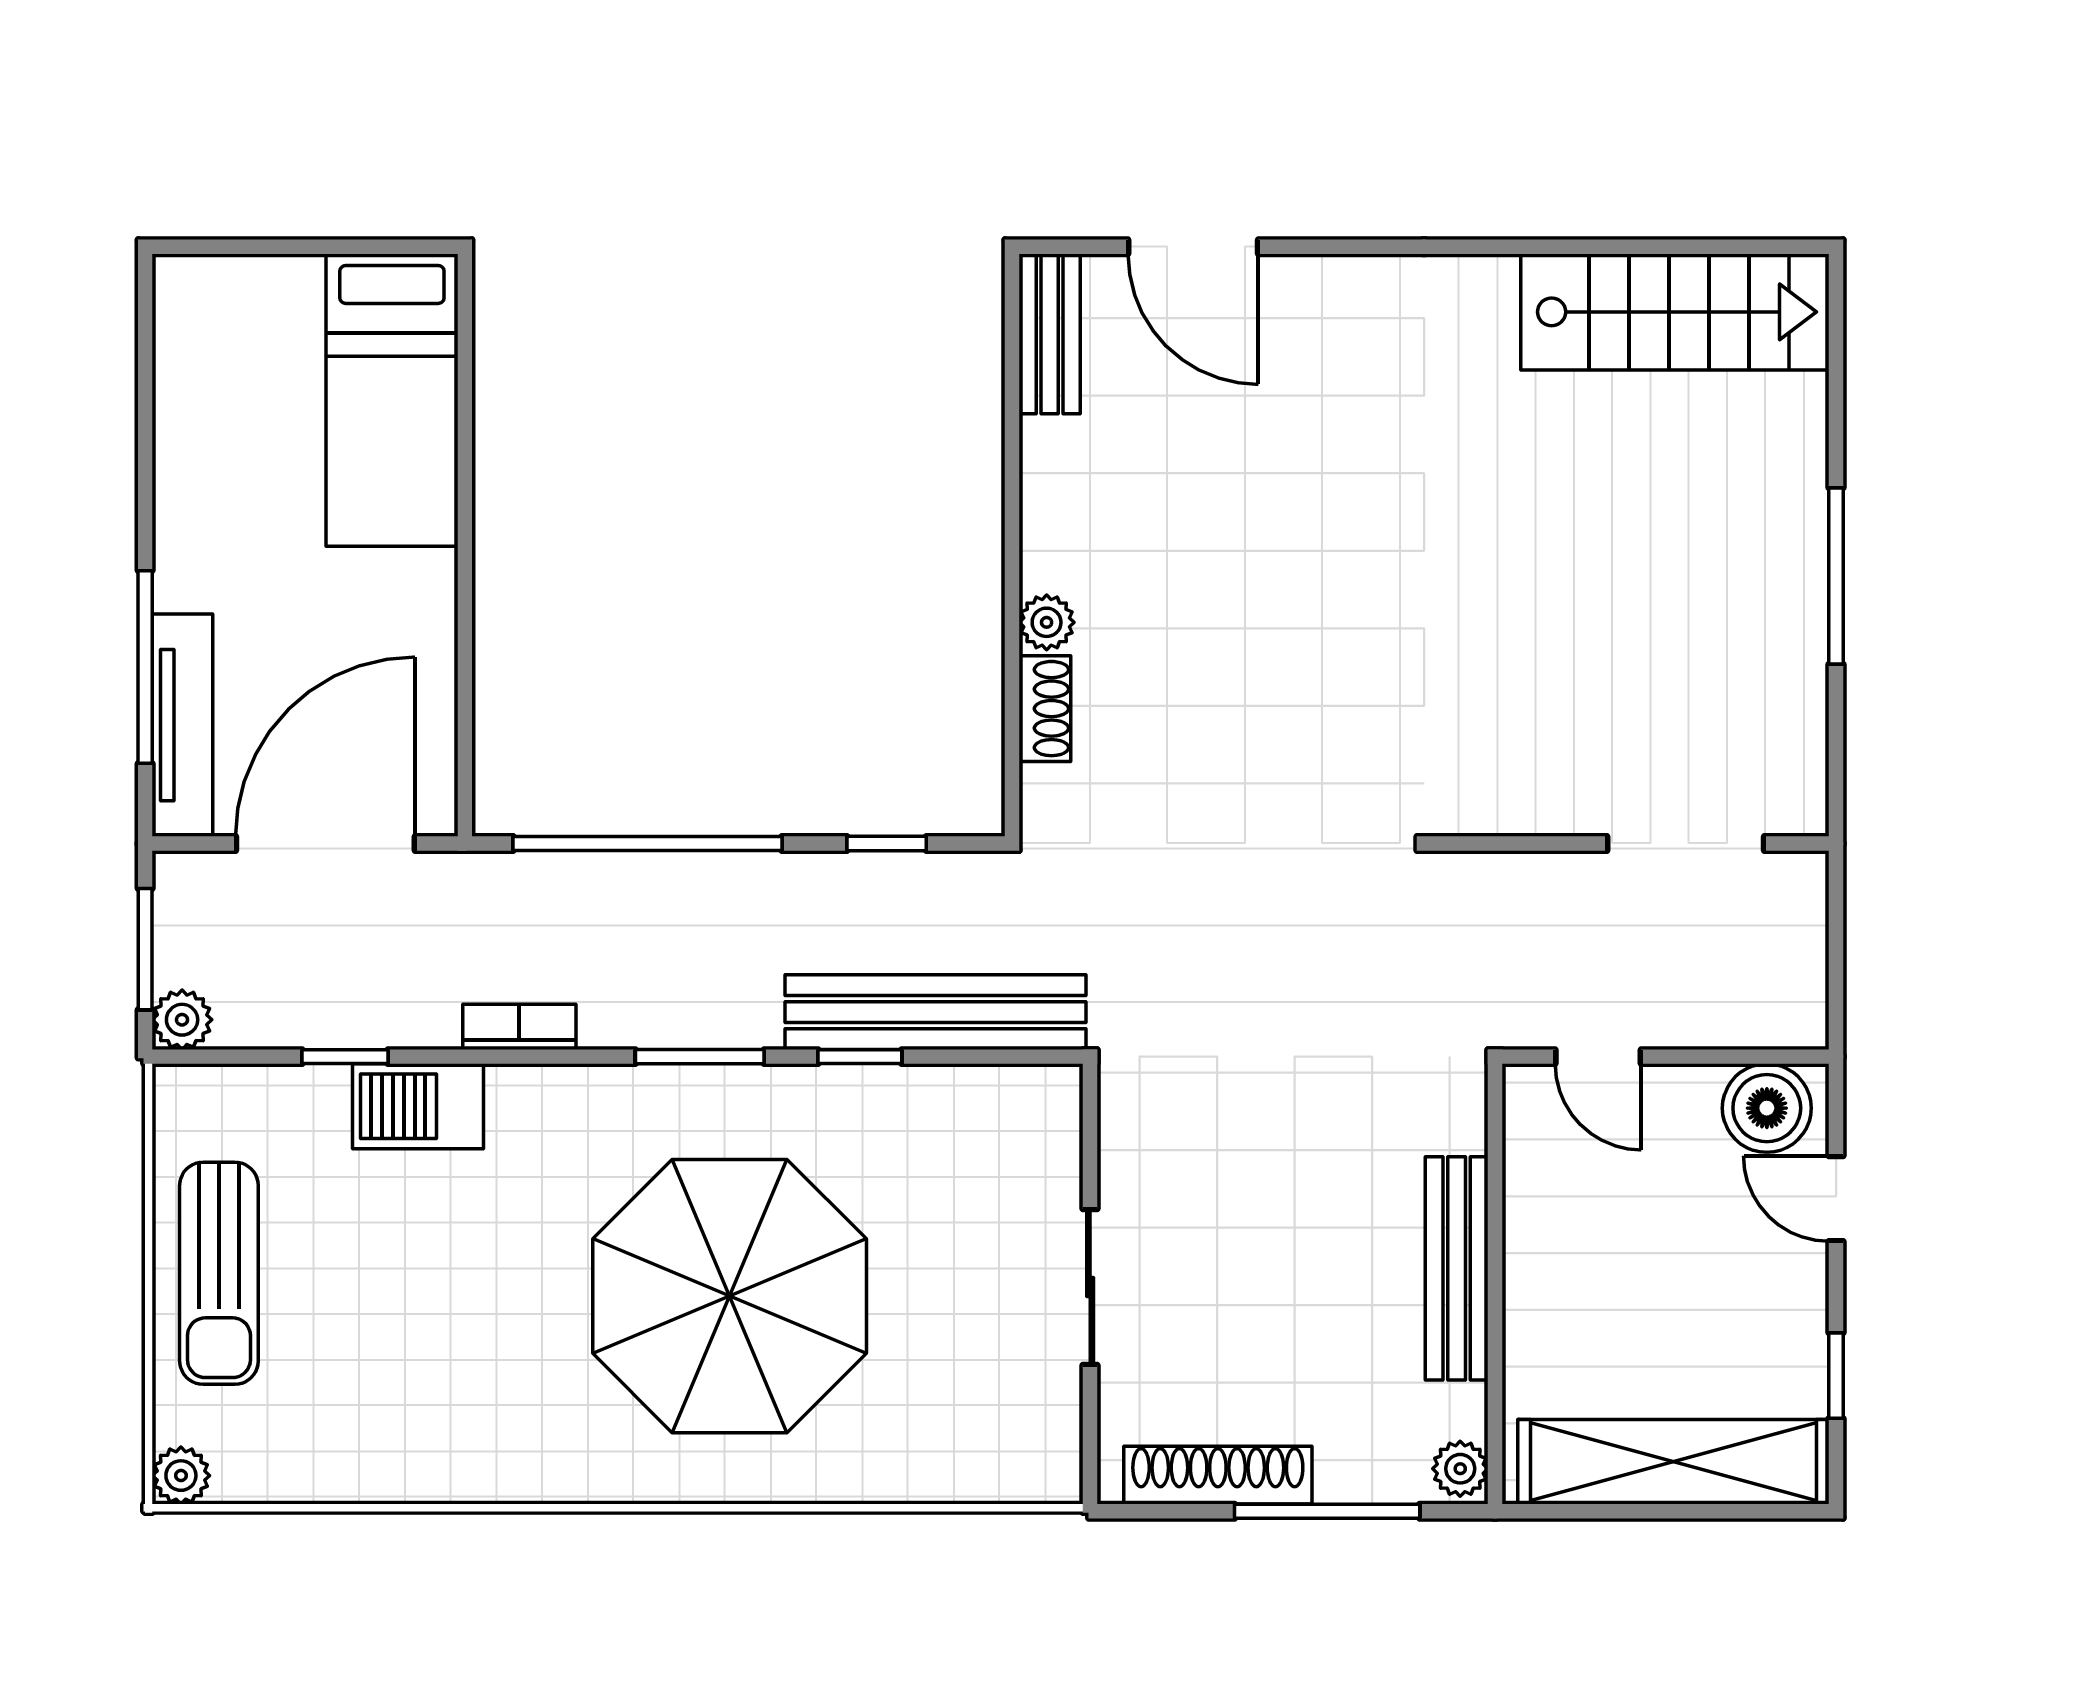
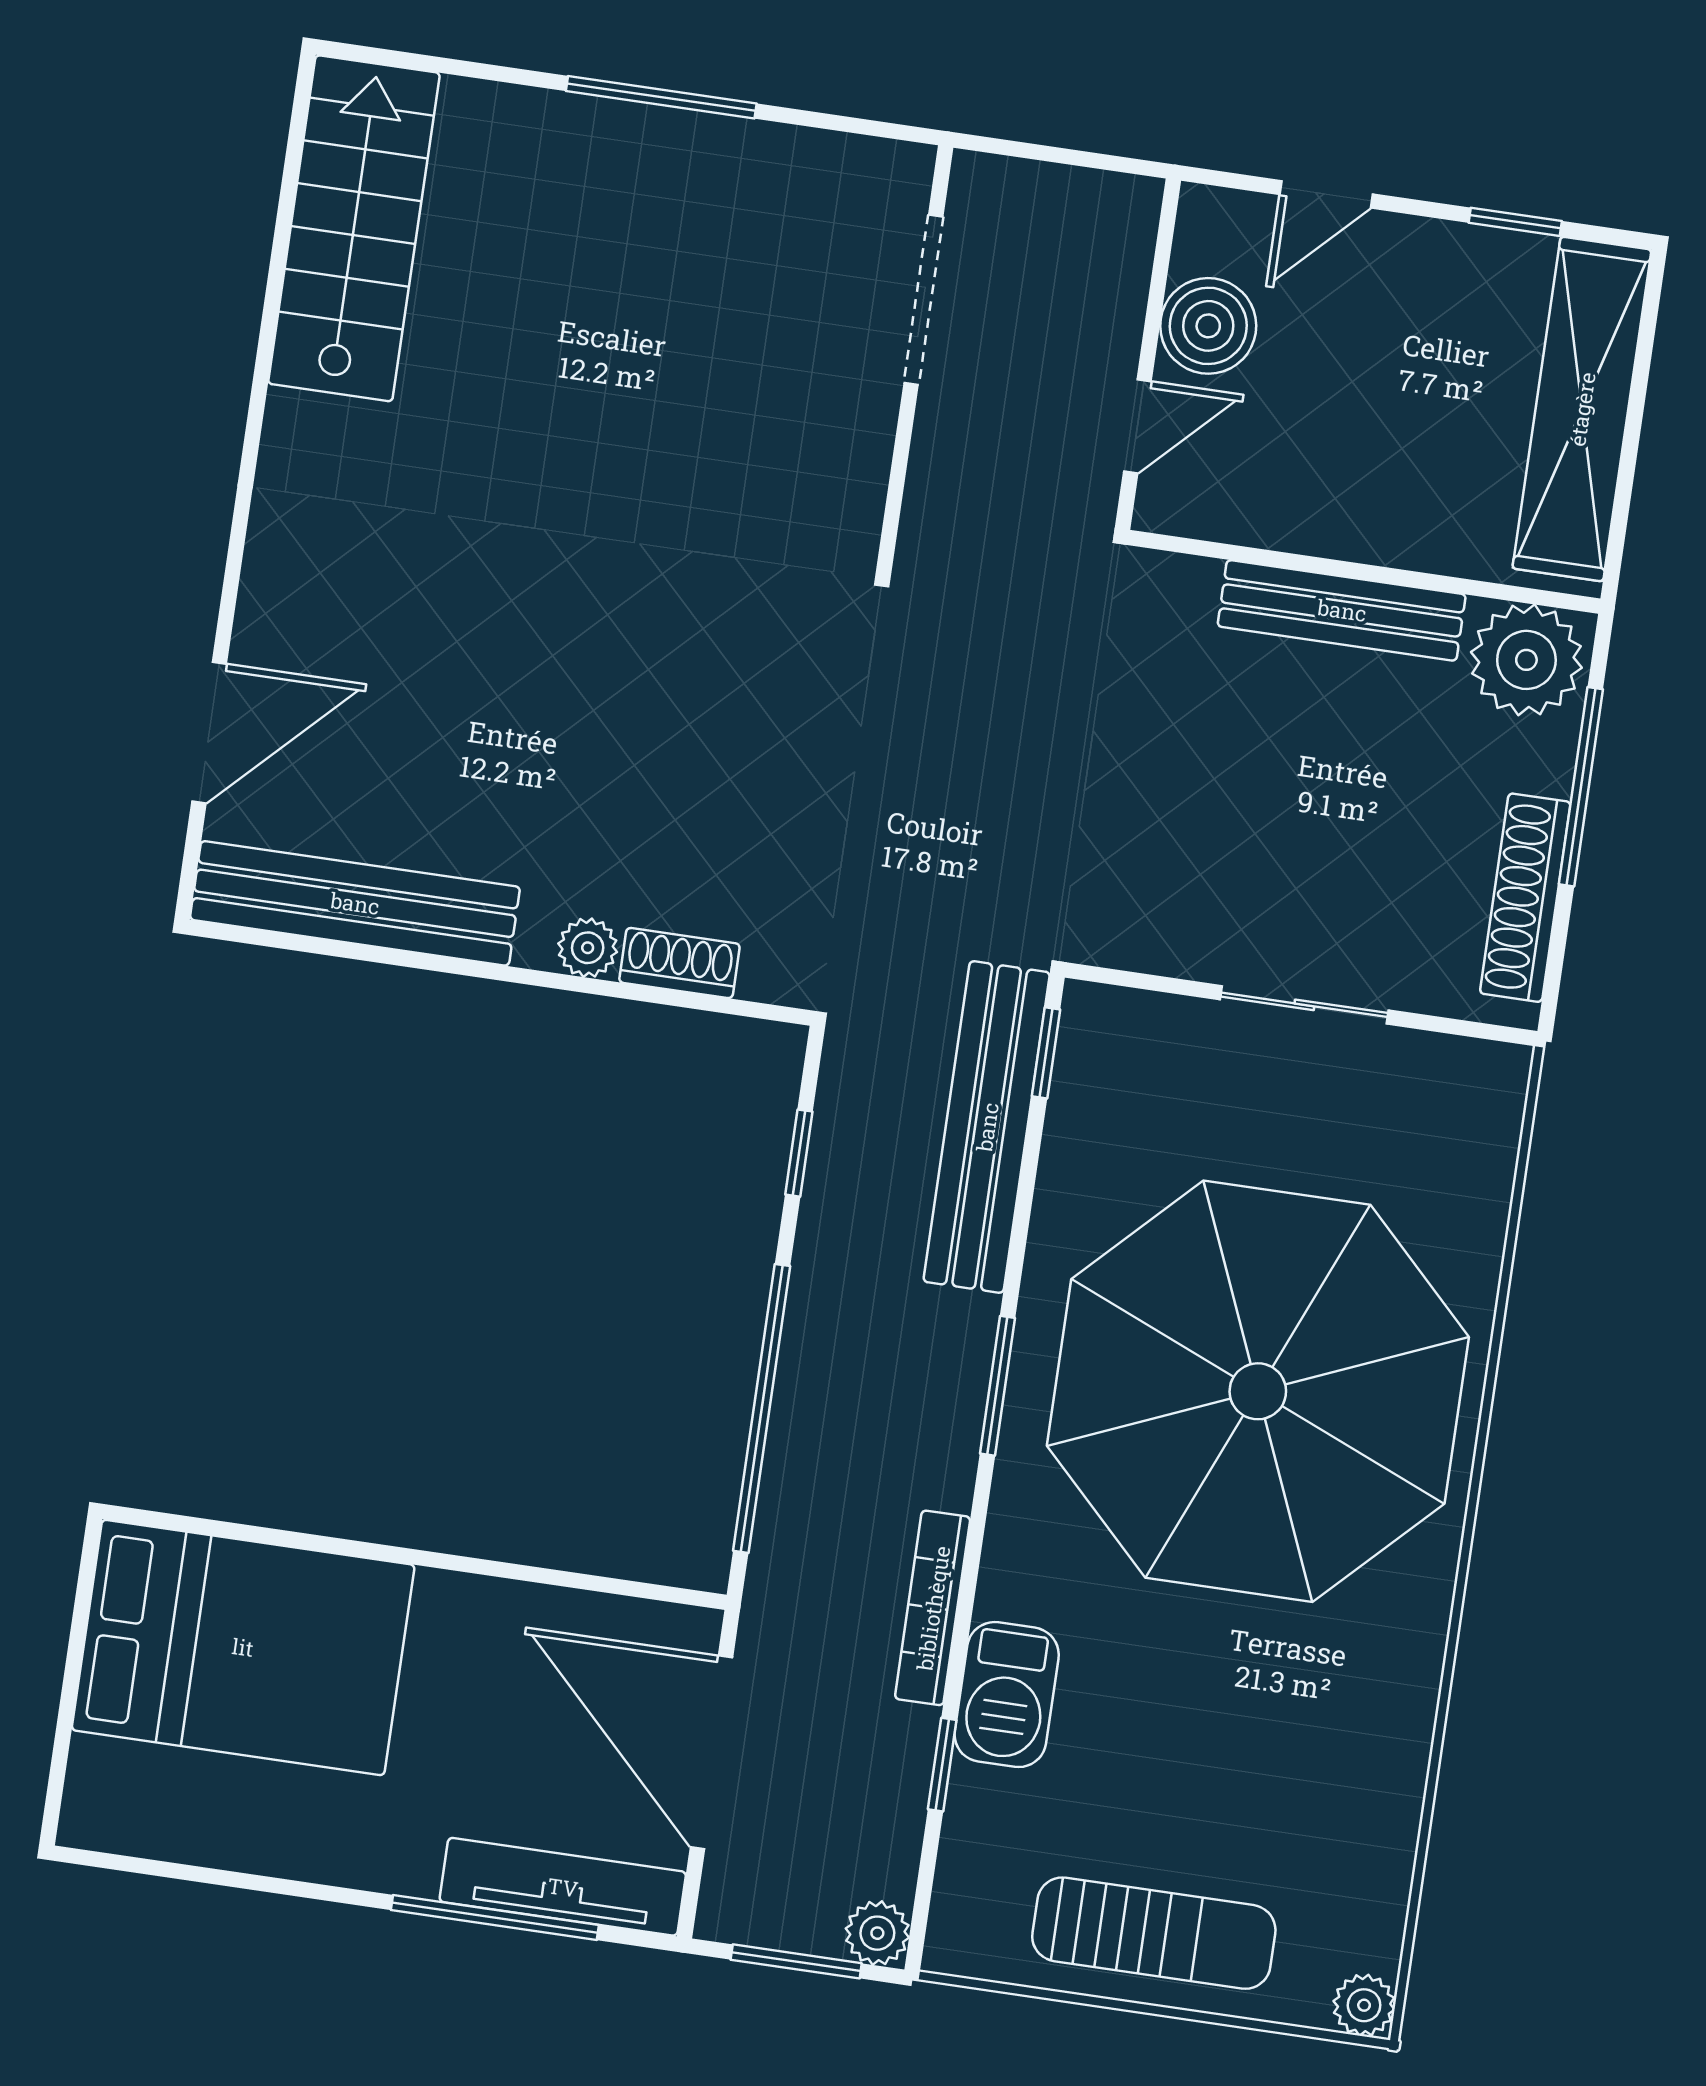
bench: (1050, 334) -> (355, 903), width x1.86, depth x1.21
bed: (392, 400) -> (243, 1647), width x1.50
bookcase: (519, 1027) -> (933, 1608), width x1.56
window: (860, 1057) -> (1046, 1053), moved
boiler: (1767, 1108) -> (1208, 326), moved
parasol: (730, 1296) -> (1258, 1391), width x1.36, depth x1.36
plant: (1460, 1469) -> (1526, 660), width x1.87, depth x1.87

